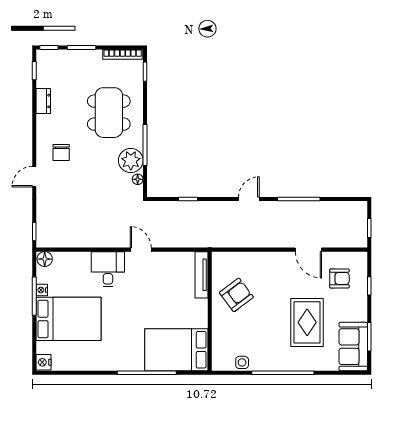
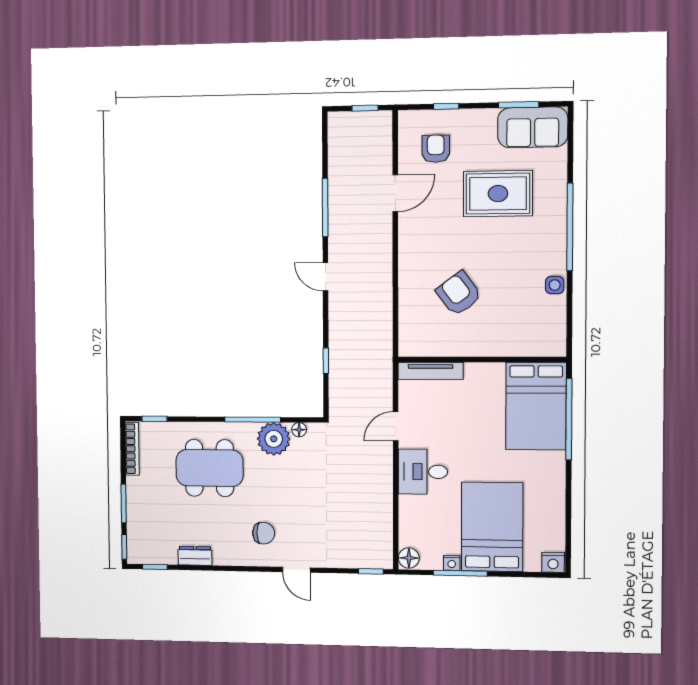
tv unit: (201, 275) -> (431, 371), moved
wall: (210, 311) -> (482, 359), moved
bed: (176, 350) -> (536, 406), moved

